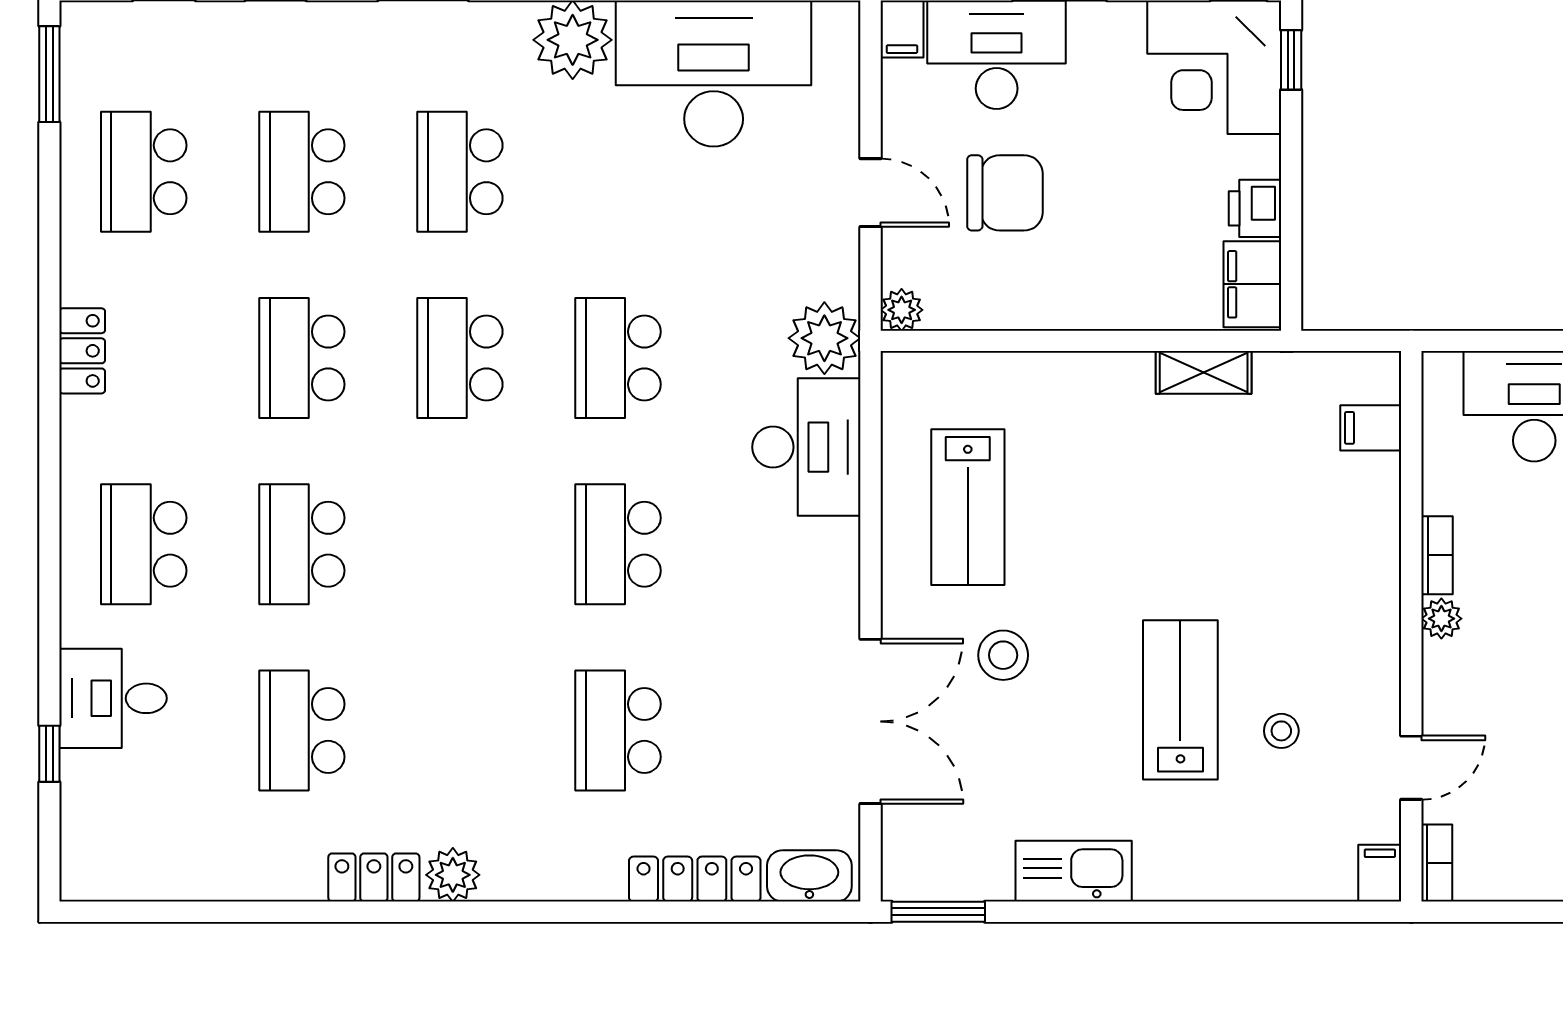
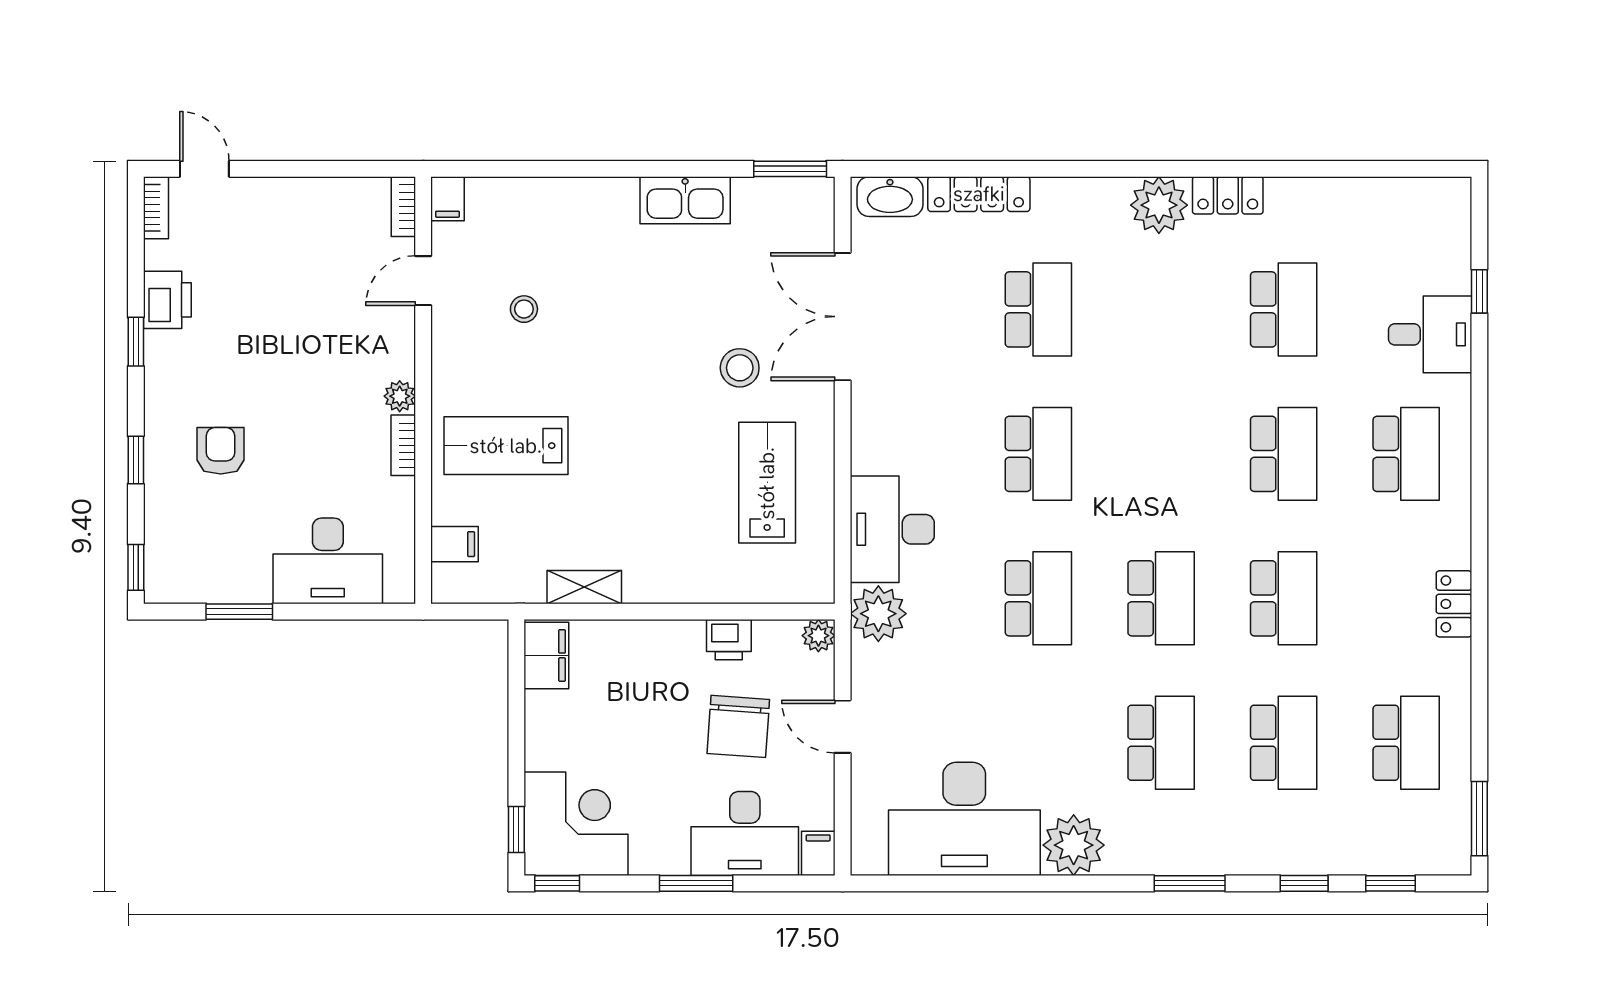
chair: (1005, 193) -> (738, 726), turned -86
printer: (1255, 208) -> (729, 640), moved, turned 90
lab bench: (1180, 700) -> (506, 446), moved, turned 90
plant: (453, 875) -> (1159, 205), width x1.36, depth x1.36

